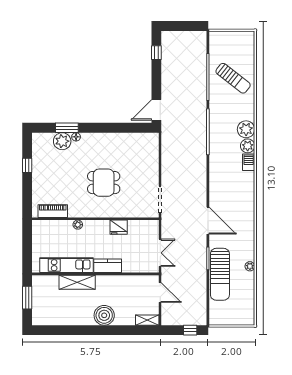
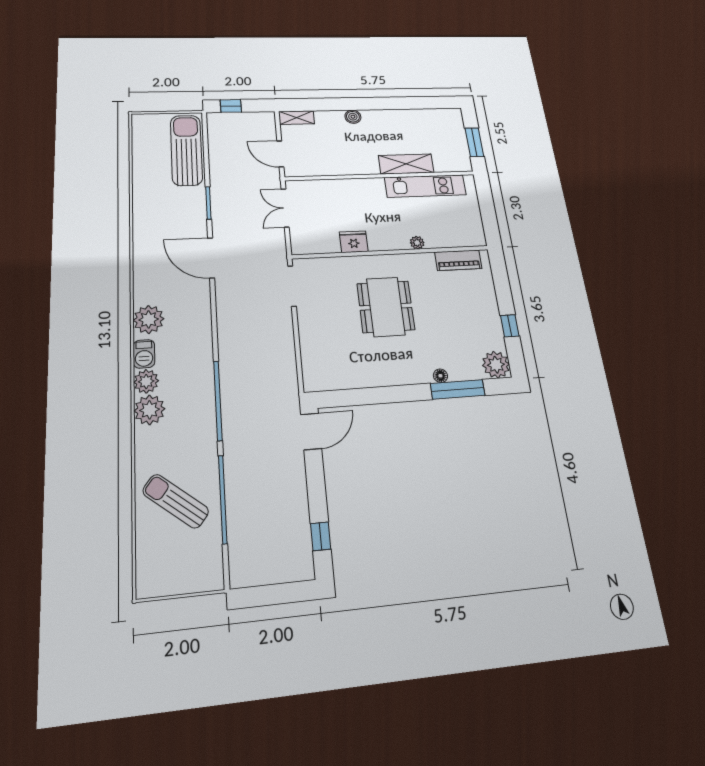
window: (67, 128) -> (458, 389), width x1.44
plant: (62, 141) -> (496, 365), moved
dining table: (104, 183) -> (386, 307), width x1.38
kitchen counter: (108, 266) -> (364, 187), removed
plant: (250, 266) -> (149, 319), moved, width x1.87, depth x1.87
sun lounger: (220, 274) -> (186, 150), moved
boiler: (104, 315) -> (353, 117), width x0.54, depth x0.54

